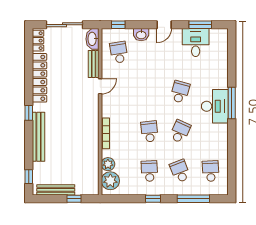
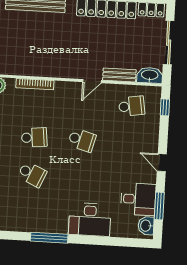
washbasin: (141, 35) -> (146, 226), moved
door: (100, 86) -> (92, 81), hinge flipped
school desk: (180, 92) -> (82, 140), moved
window: (232, 103) -> (49, 238), moved
desk: (215, 106) -> (90, 220), moved

